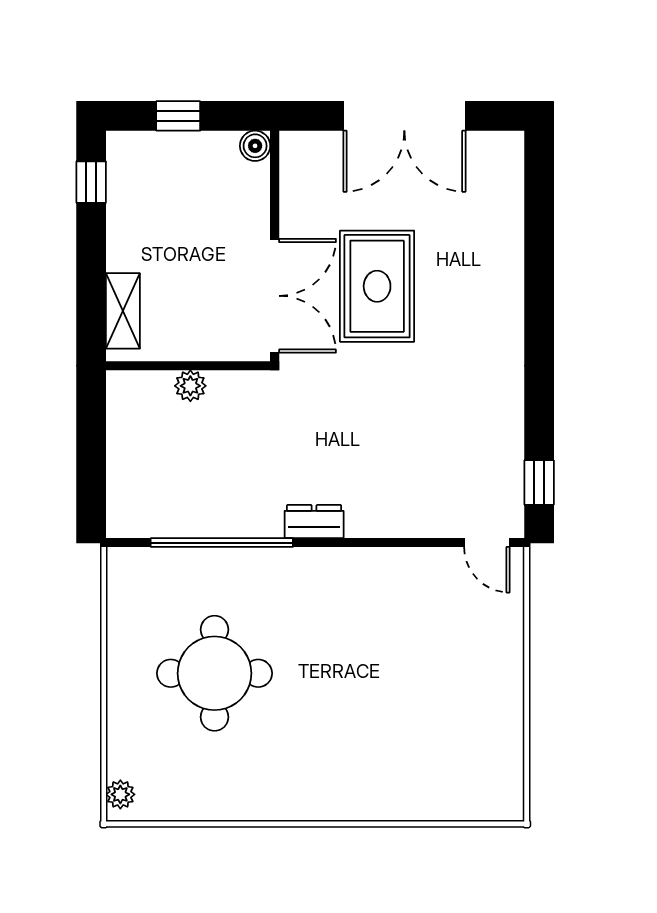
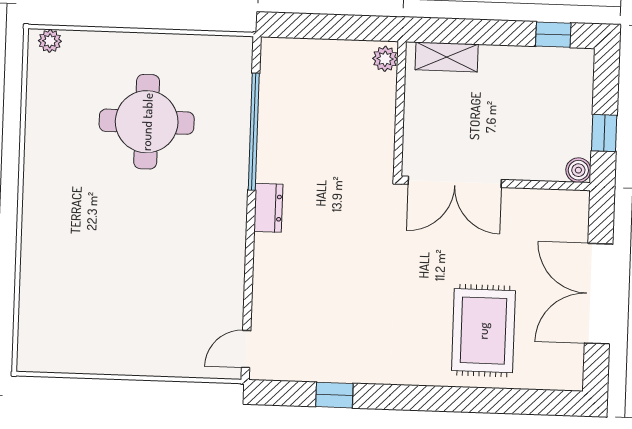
window: (178, 116) -> (604, 133), moved
rug: (377, 286) -> (483, 331), moved, turned 90
plant: (190, 386) -> (385, 59), moved
window: (539, 482) -> (334, 395), moved

